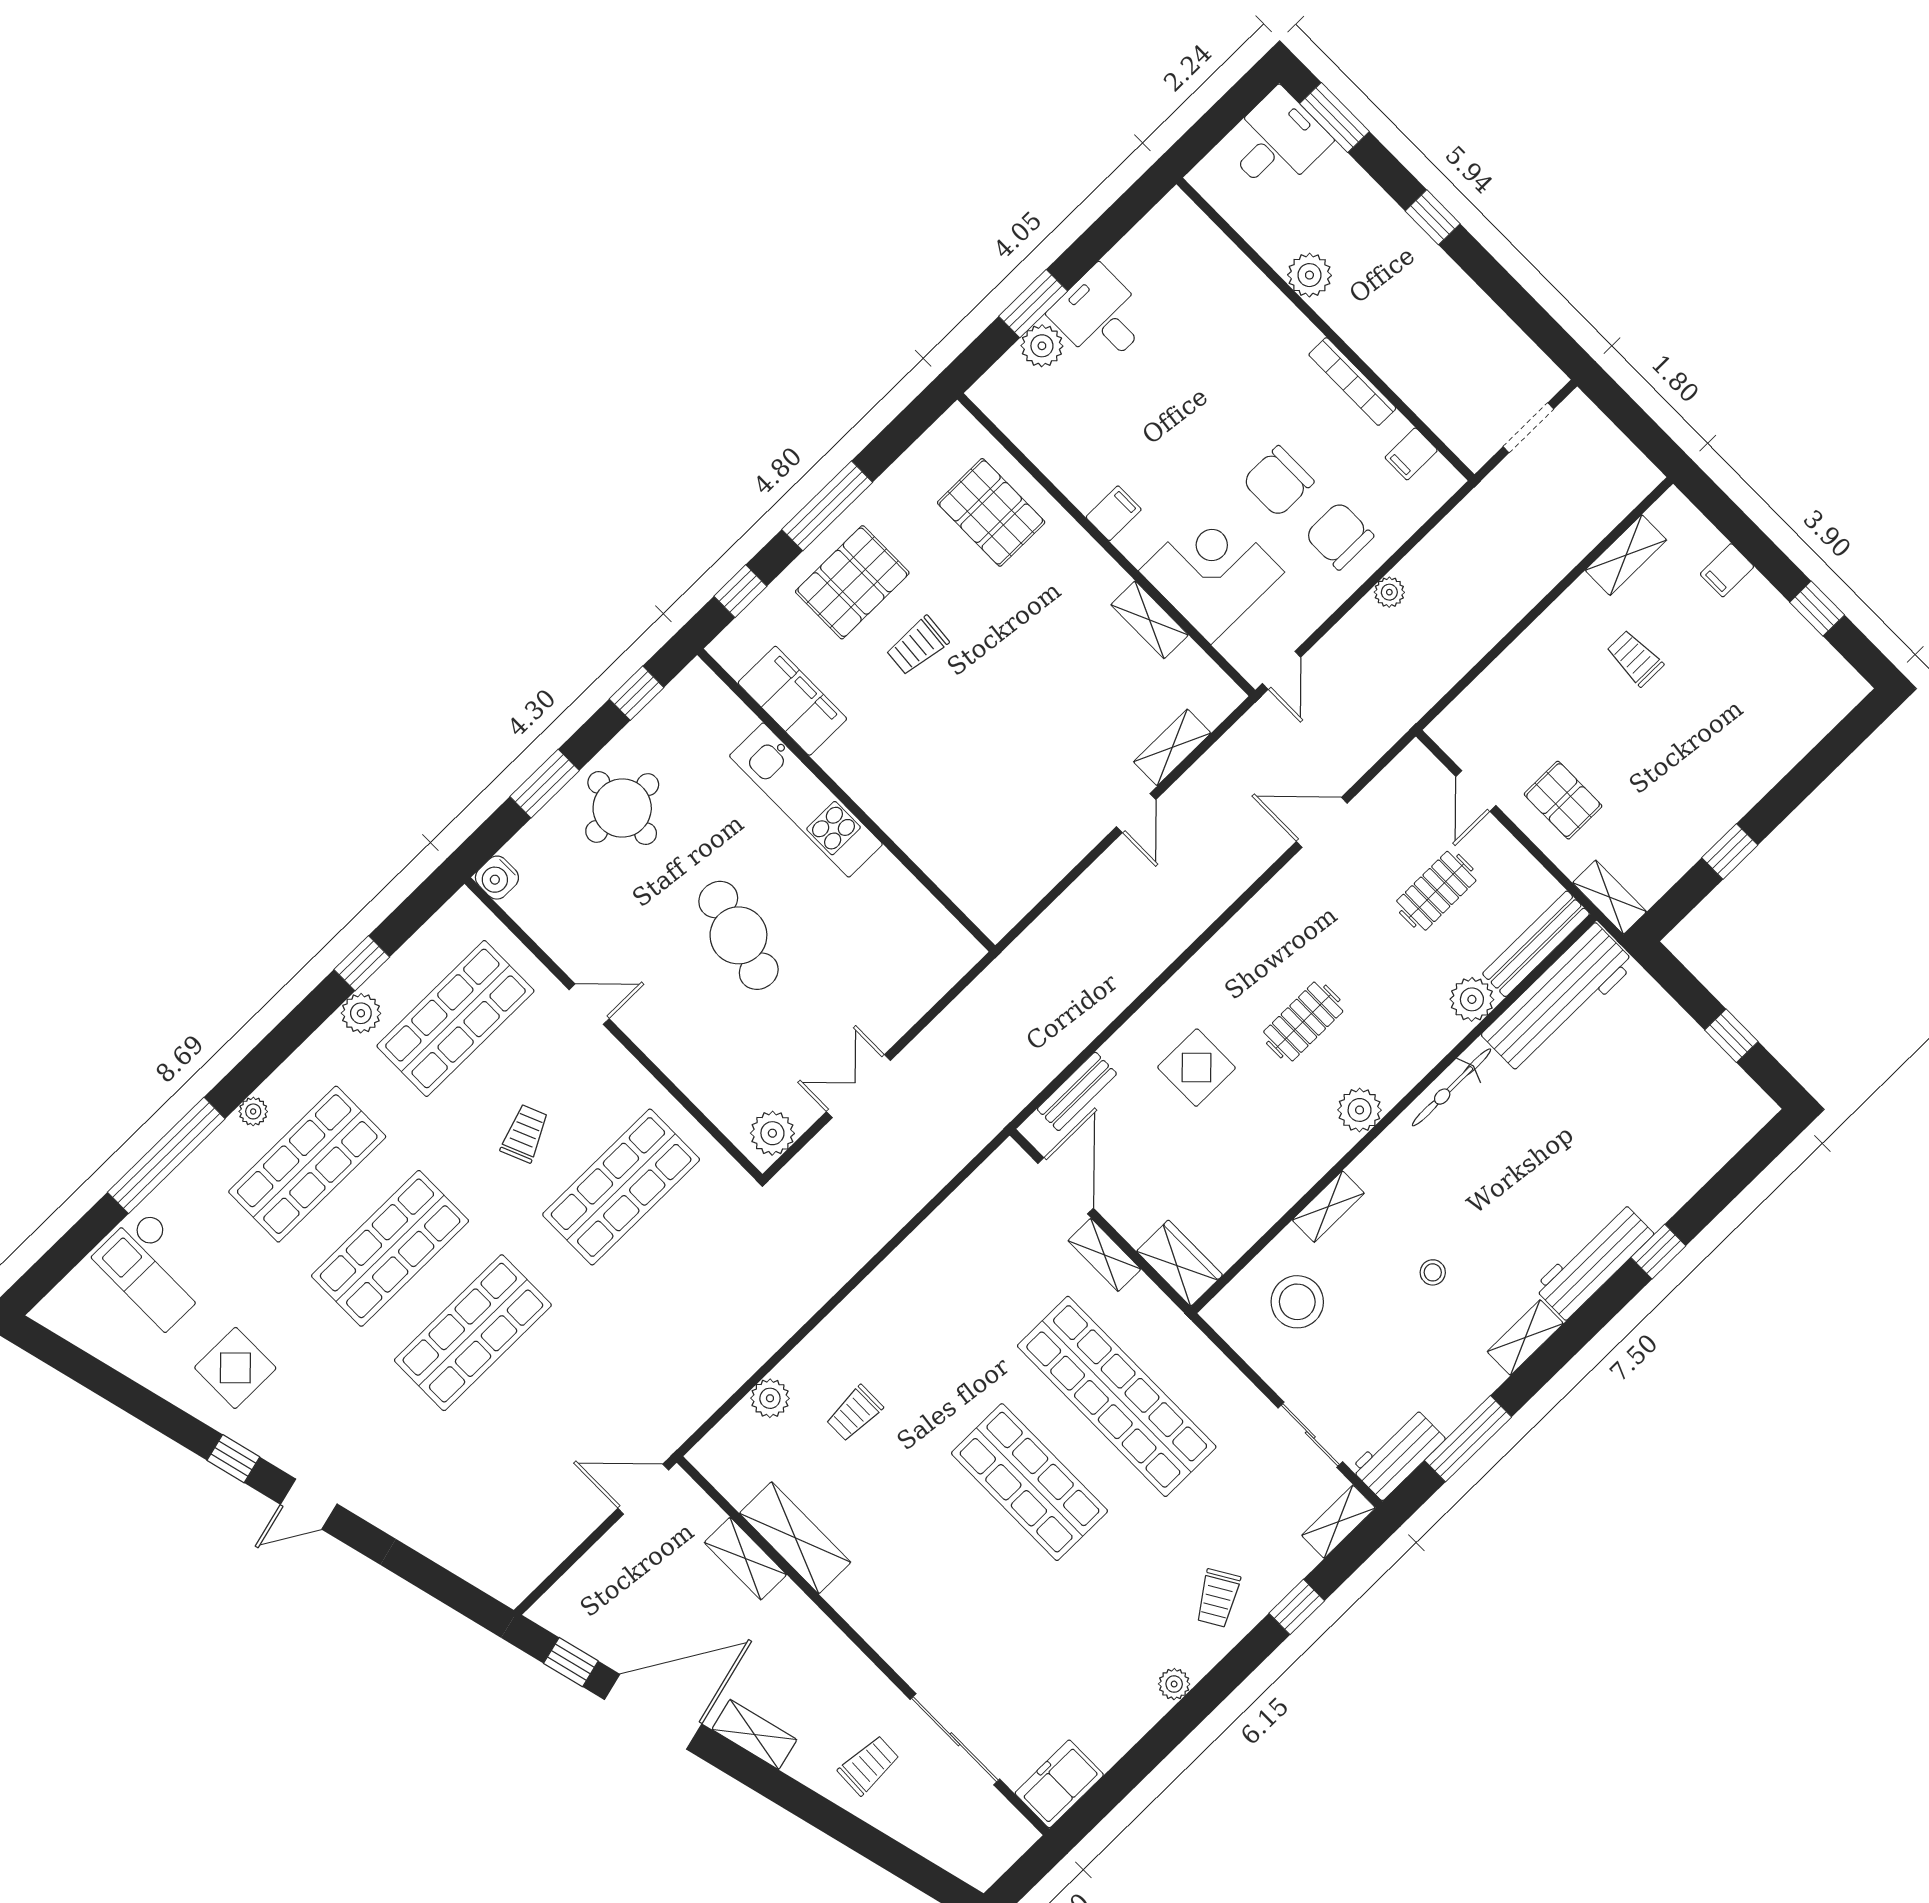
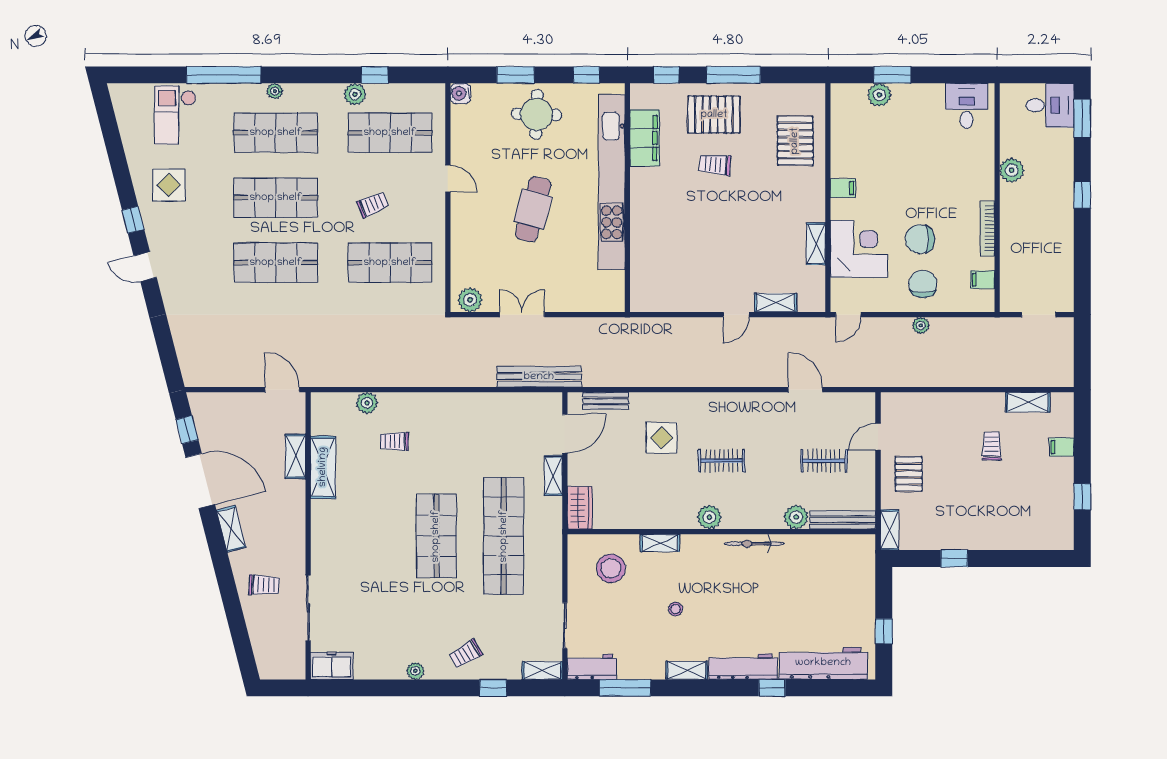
desk: (1100, 316) -> (967, 106), moved
kitchen unit: (806, 800) -> (612, 182), width x1.86
workbench: (1558, 999) -> (823, 663), moved, turned 180
bench: (960, 1145) -> (539, 377), added

